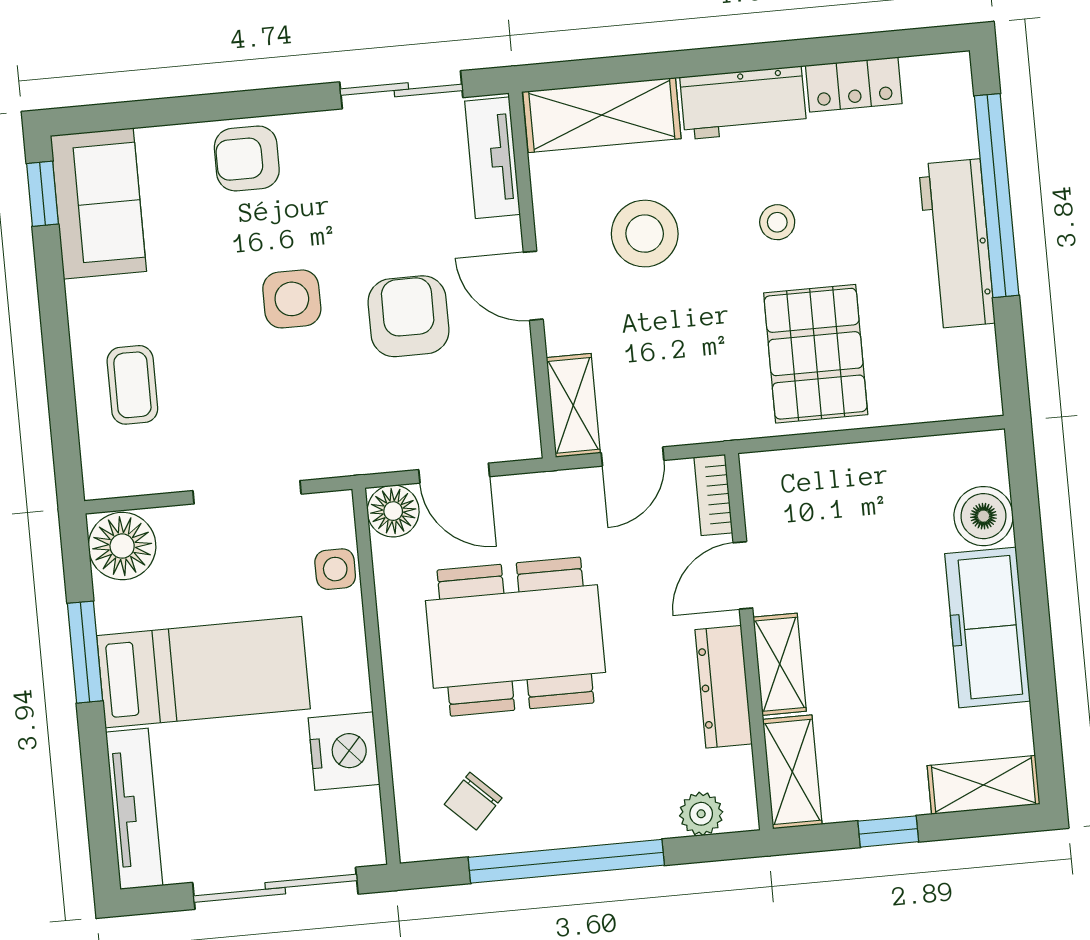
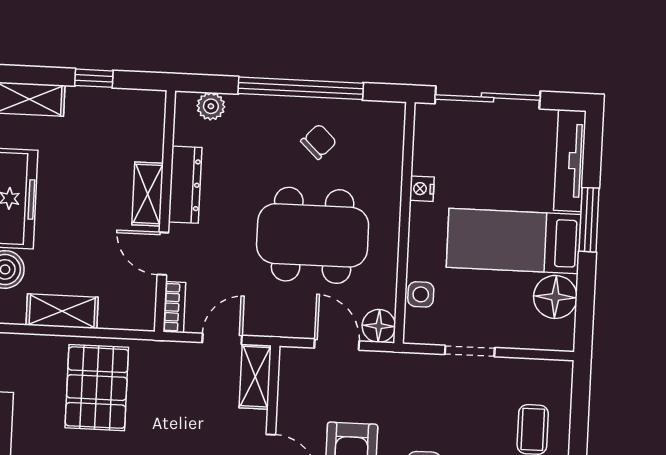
doorway: (247, 492) -> (470, 351), width x0.73
floor lamp: (122, 546) -> (555, 297), moved
door: (743, 575) -> (163, 254), swing flipped
window: (85, 652) -> (589, 220), moved
nightstand: (344, 751) -> (422, 189), width x0.53, depth x0.56
shelving: (792, 772) -> (62, 311), moved, turned 90
chair: (473, 801) -> (319, 142), moved

